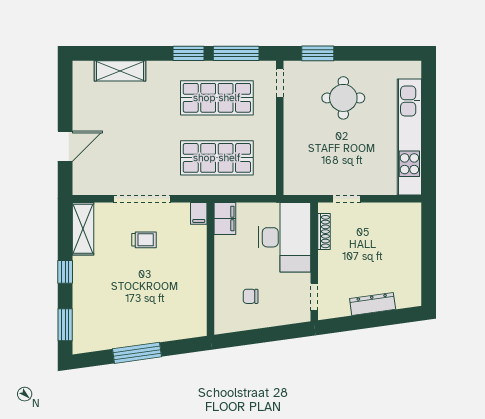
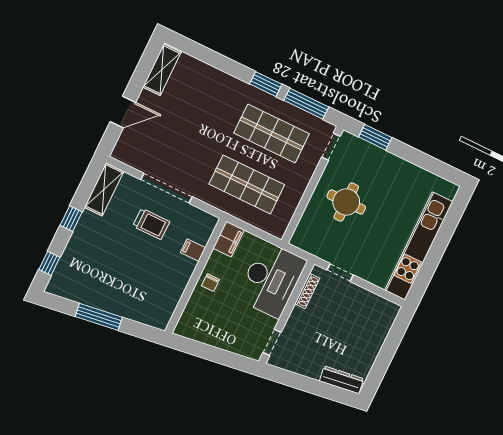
shelving: (120, 71) -> (162, 70), moved, turned 90
round table: (343, 98) -> (346, 202), moved
filing cabinet: (199, 213) -> (193, 250), moved, turned 90
trolley: (144, 240) -> (151, 224), width x1.36, depth x1.39
chair: (251, 296) -> (211, 283), moved, turned -90
dresser: (373, 304) -> (342, 380), moved
window: (65, 325) -> (49, 263), width x0.67

